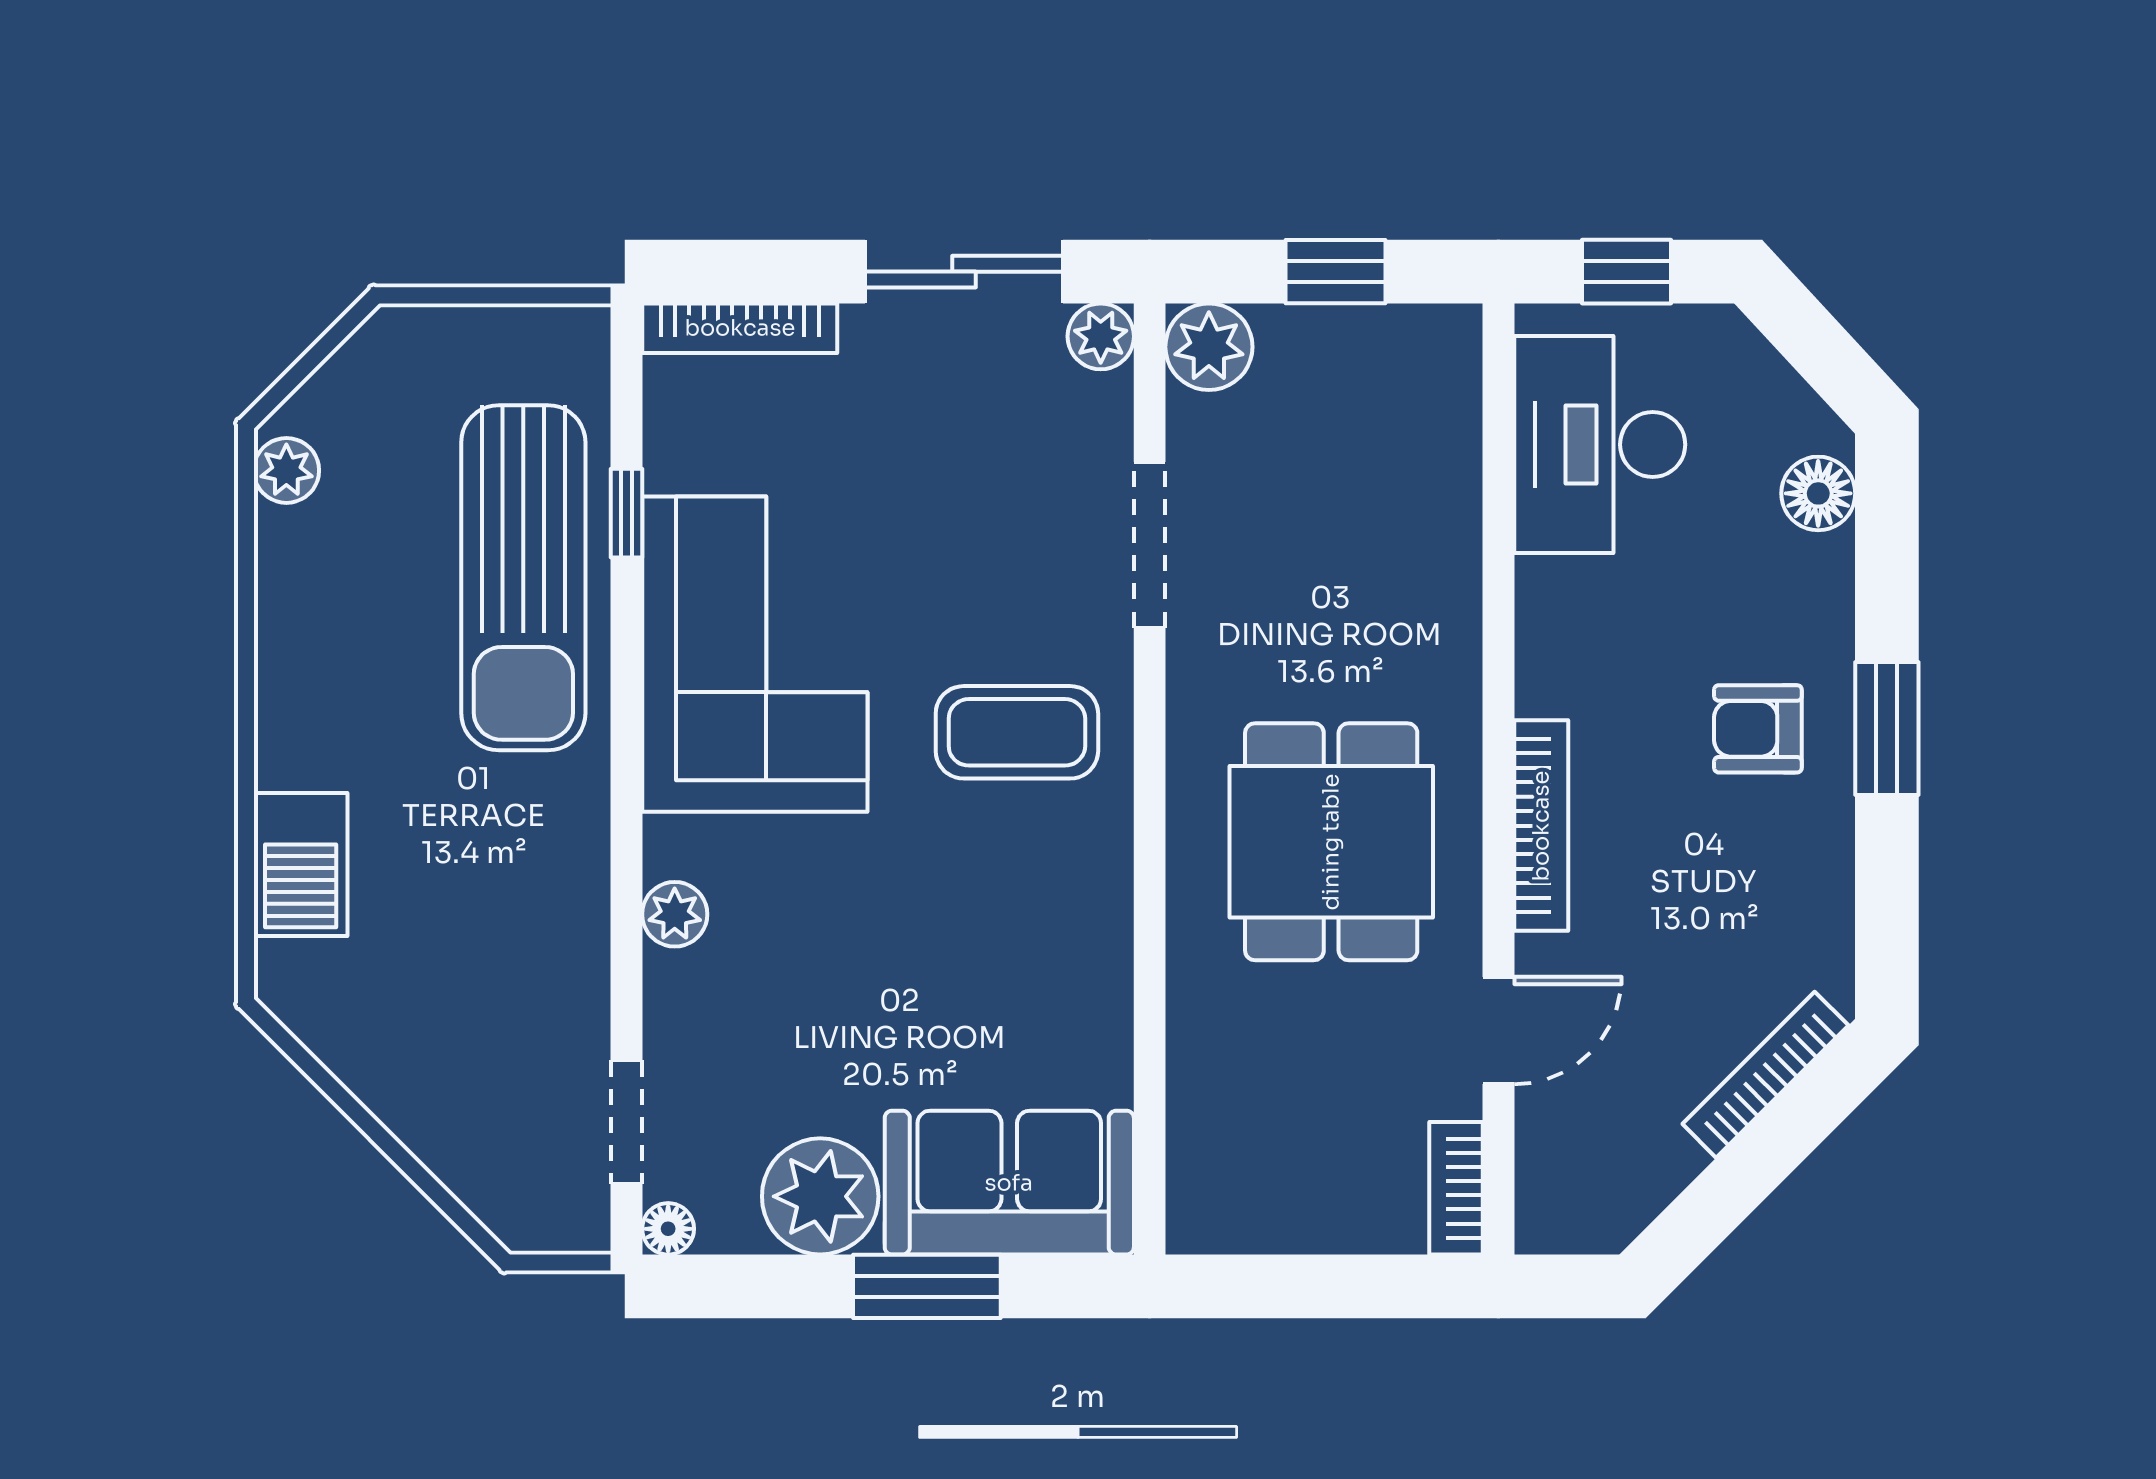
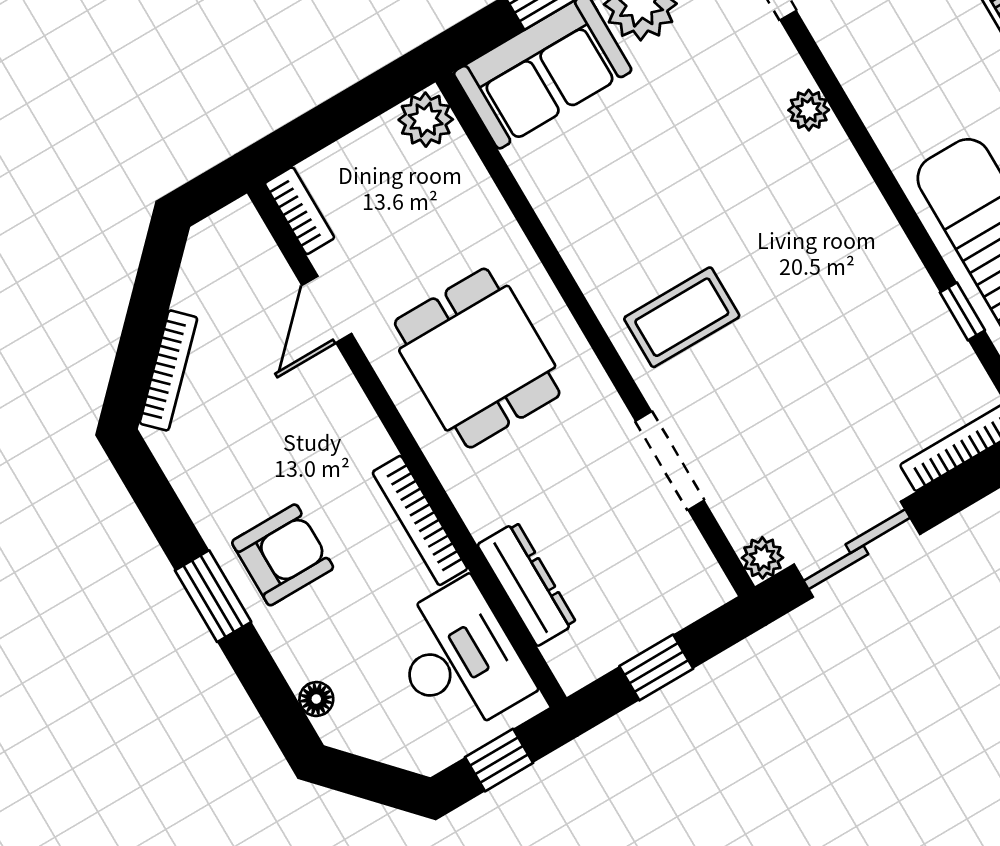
plant: (1209, 347) -> (426, 120), moved
dresser: (1446, 491) -> (527, 584), added
floor lamp: (1818, 493) -> (316, 699), width x0.73, depth x0.73
corner sofa: (755, 654) -> (848, 276), removed
armchair: (1758, 729) -> (283, 555), width x1.38, depth x1.38
bookcase: (1541, 826) -> (420, 520), moved

